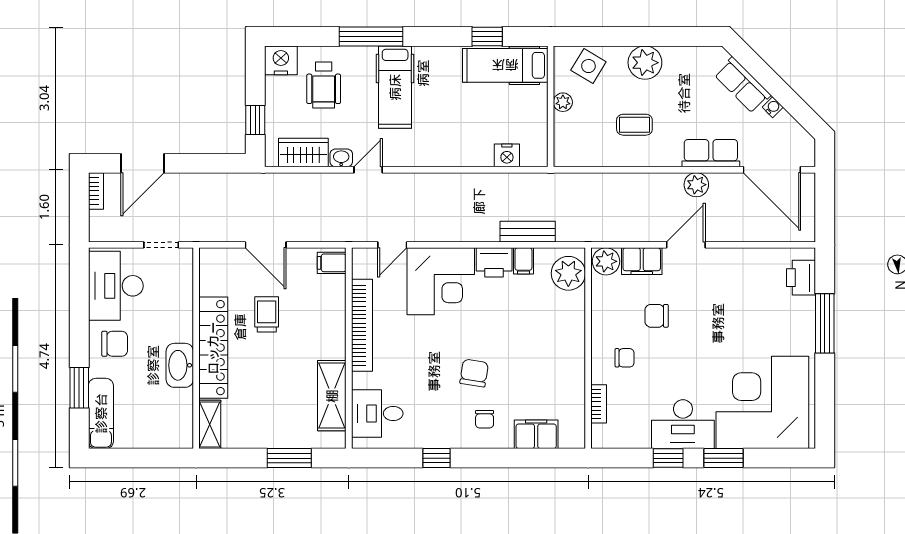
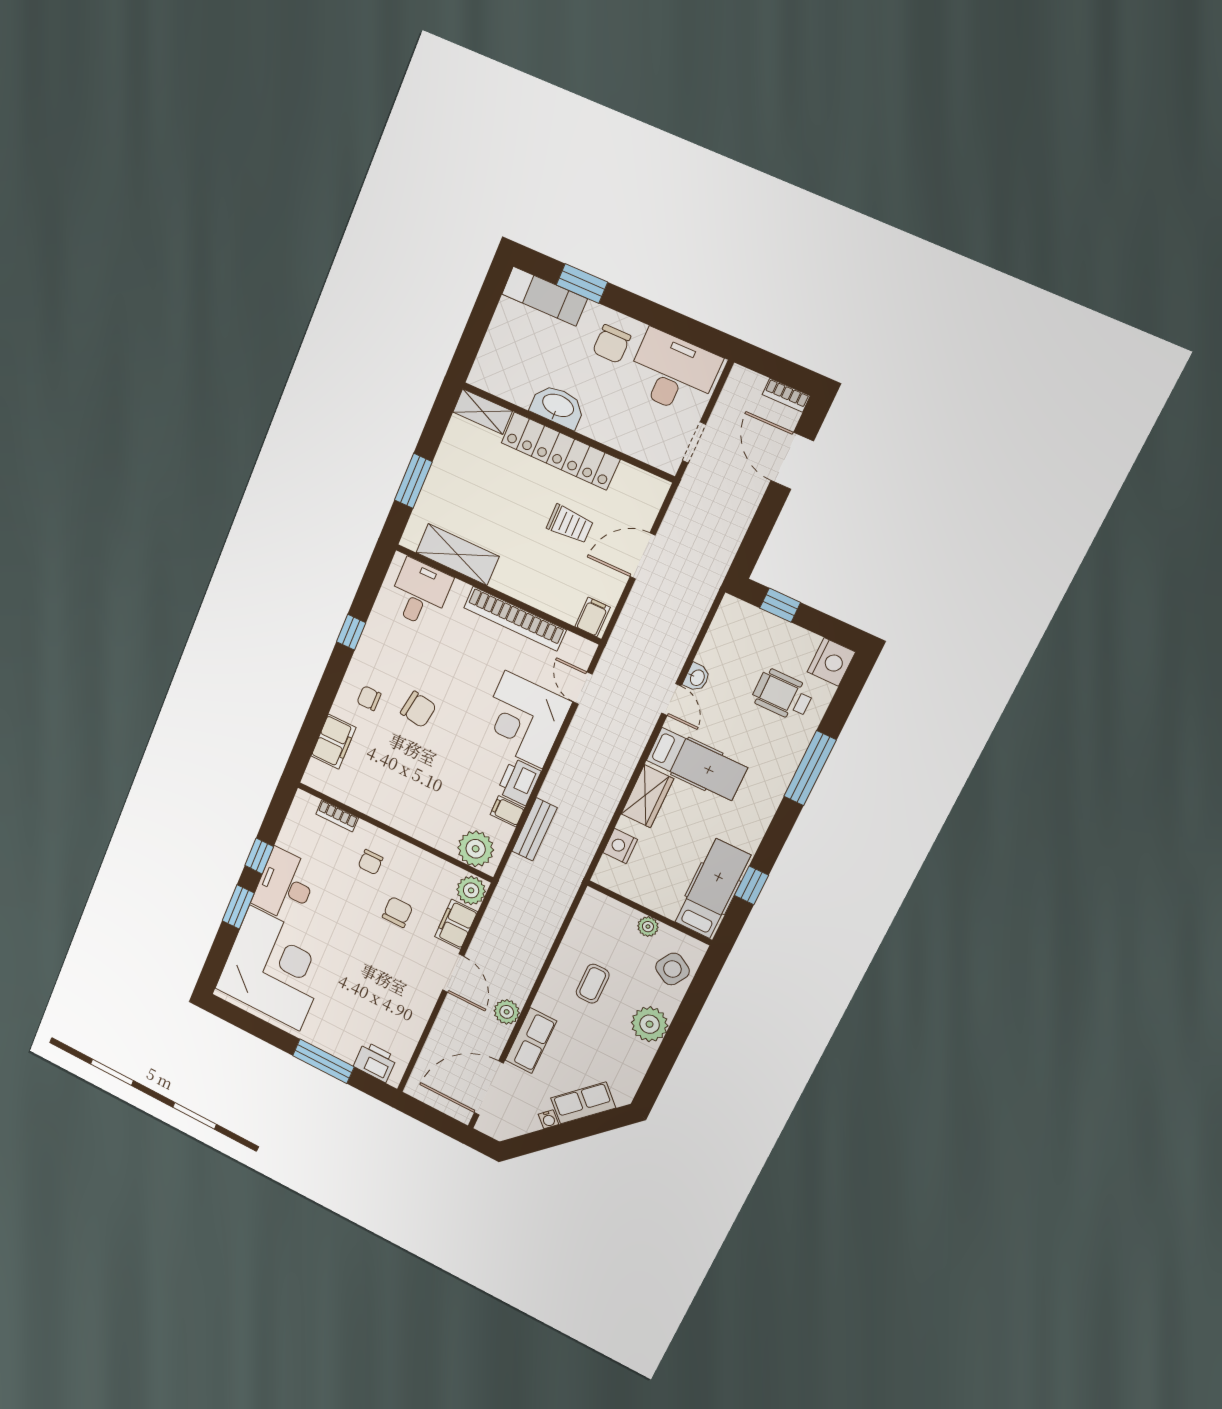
hospital bed: (395, 87) -> (697, 764), moved, turned 180
wardrobe: (303, 153) -> (647, 796), moved

